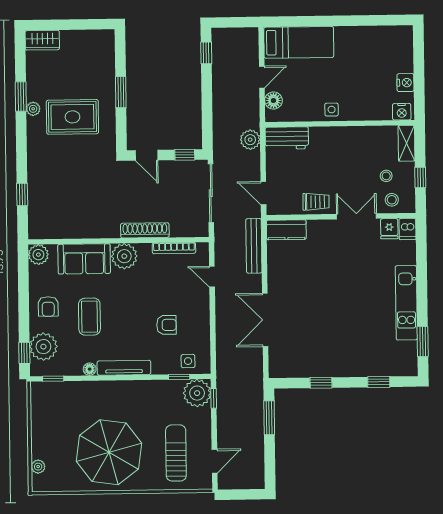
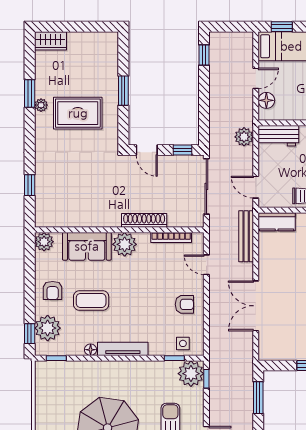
window: (289, 22) -> (282, 27), added
coffee table: (89, 317) -> (91, 301), turned 90
armchair: (166, 325) -> (184, 304), moved

